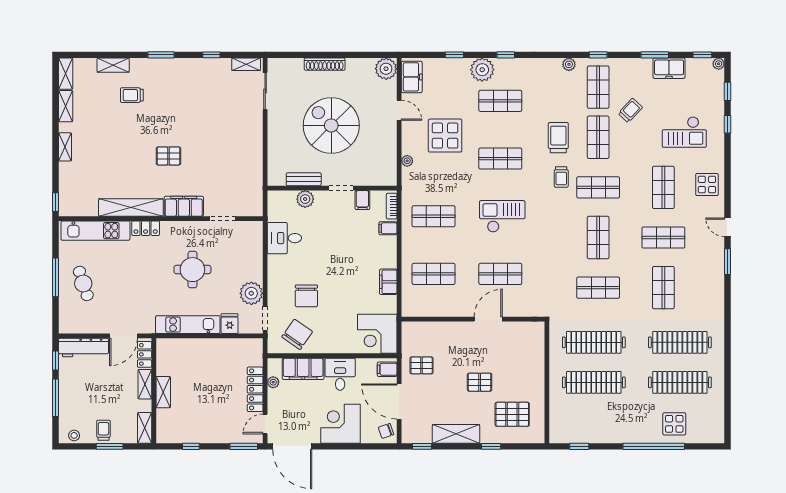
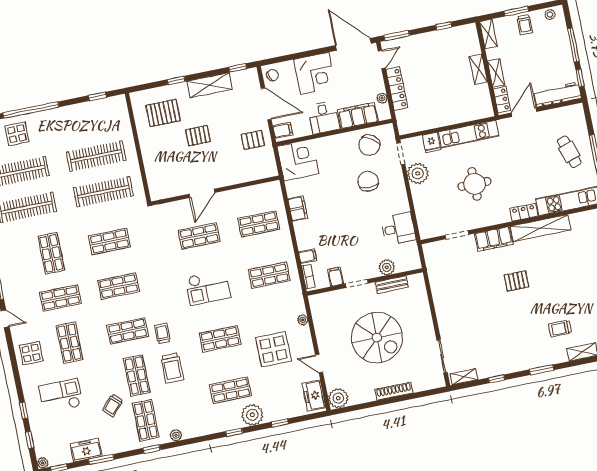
trolley: (132, 95) -> (560, 329), turned 180
shop shelf: (598, 238) -> (119, 286), turned 90

